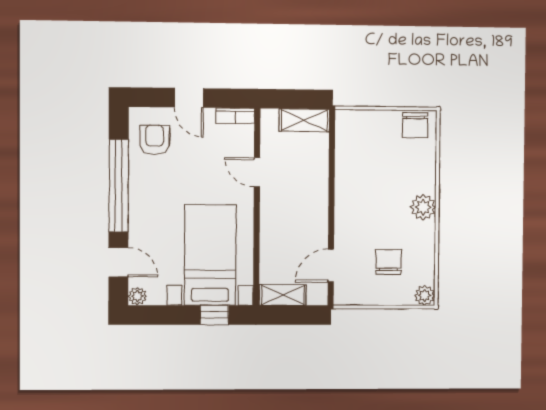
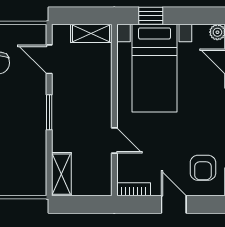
shelving: (304, 120) -> (61, 174), moved, turned 90
window: (331, 205) -> (49, 112), added
door: (331, 266) -> (49, 59), swing flipped

